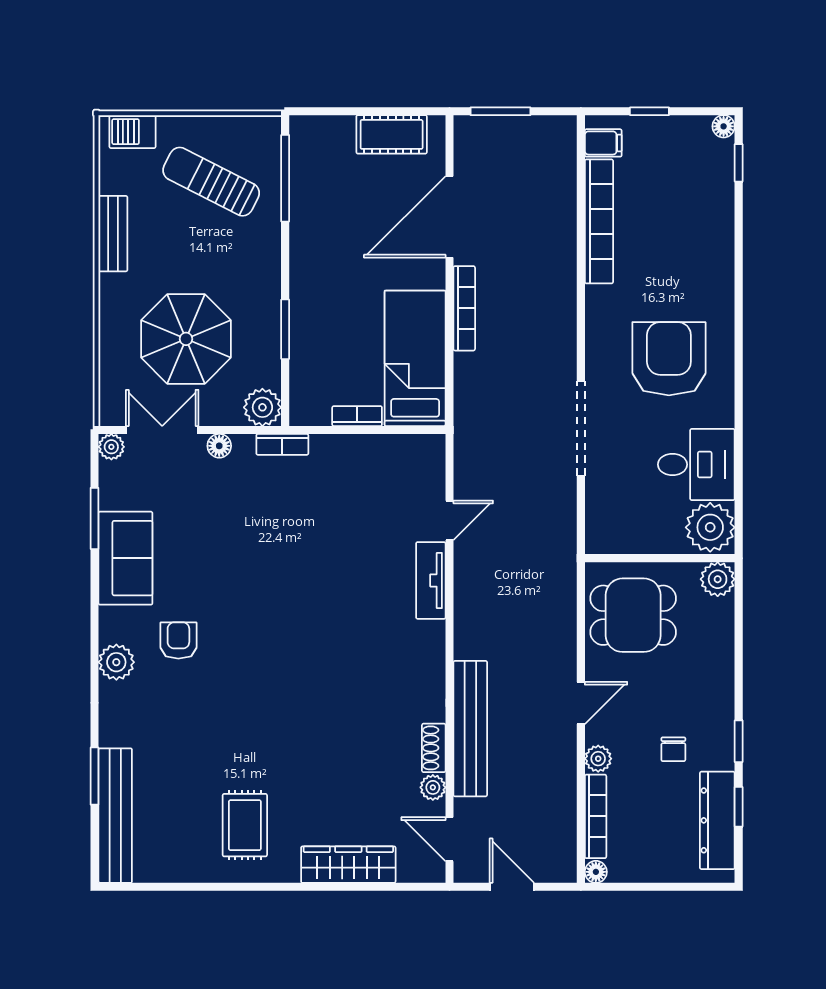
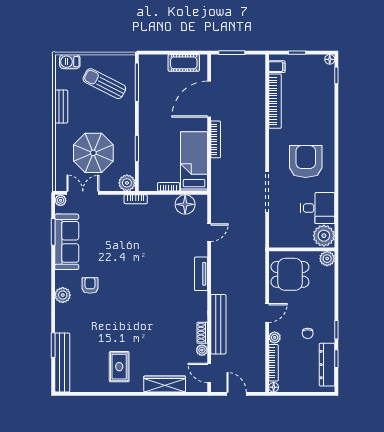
floor lamp: (219, 446) -> (185, 204), moved, width x1.89, depth x1.89
sofa: (125, 558) -> (67, 242), width x1.36
tv unit: (431, 580) -> (201, 274), moved

